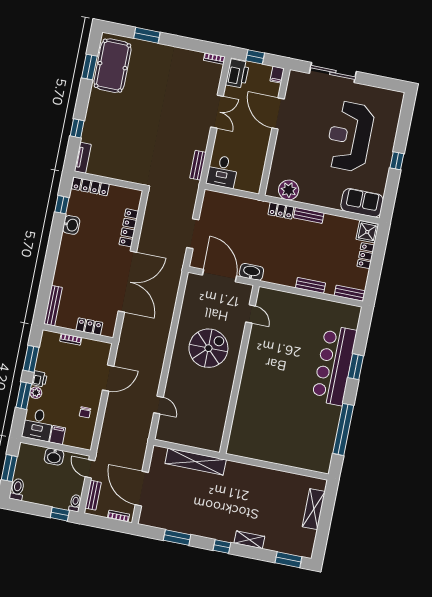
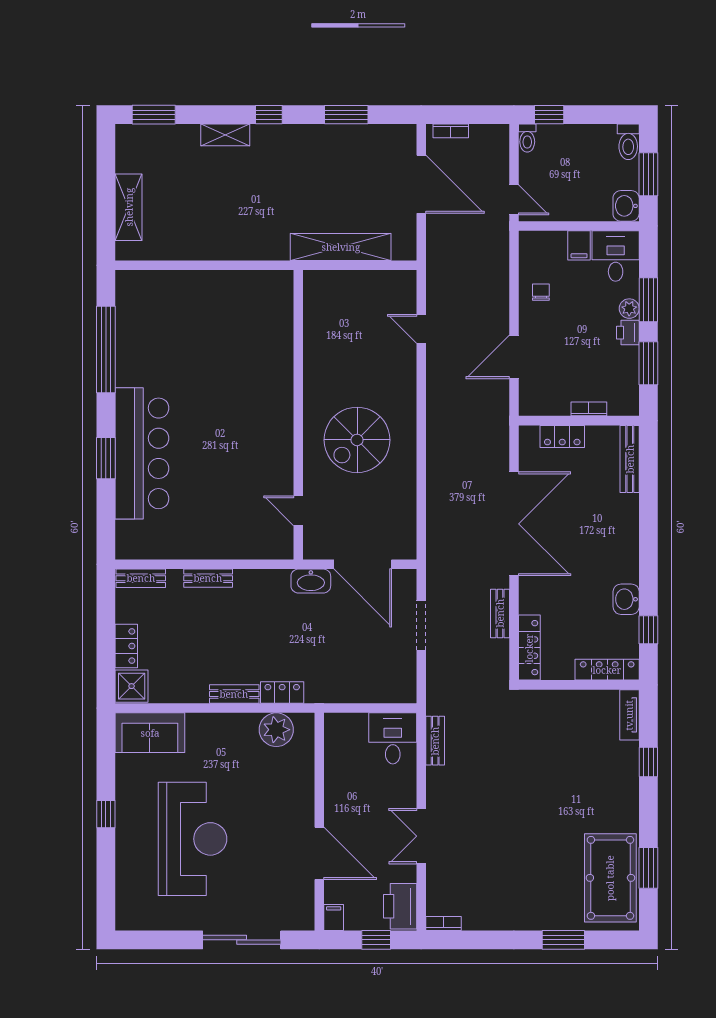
locker: (129, 228) -> (529, 648), moved
double door: (127, 282) -> (514, 524), swing flipped
washbasin: (54, 457) -> (626, 206), moved, turned -90
bench: (93, 495) -> (500, 613), moved

